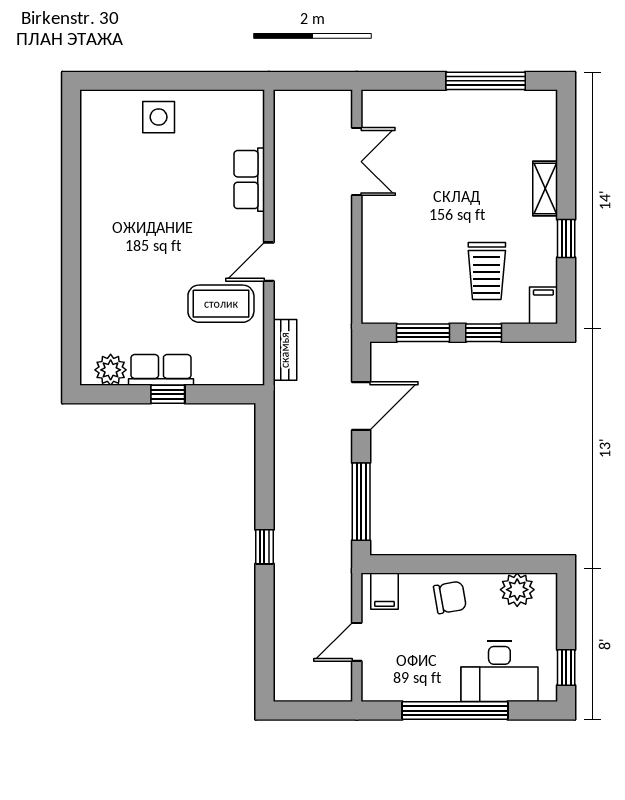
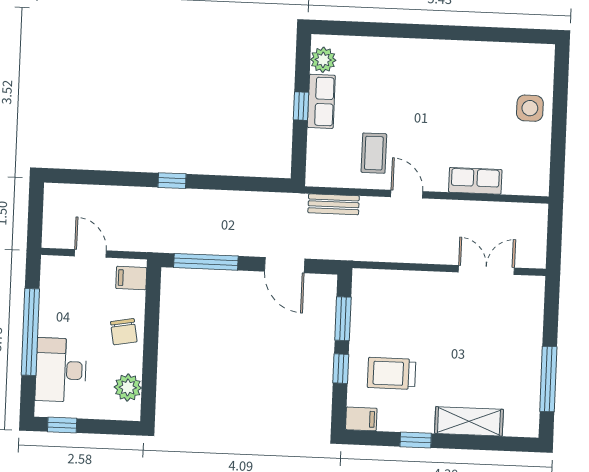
double door: (357, 162) -> (486, 270), swing flipped
shelving: (545, 189) -> (469, 421), width x1.50, depth x1.33
coffee table: (221, 304) -> (374, 153), width x0.73, depth x0.77

